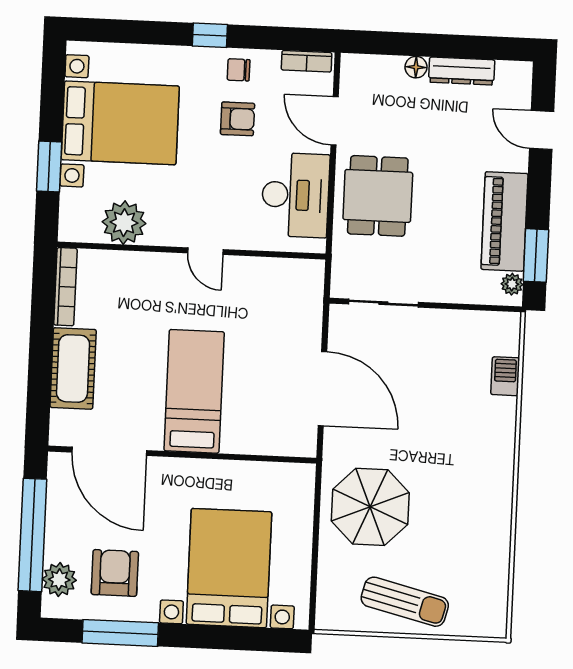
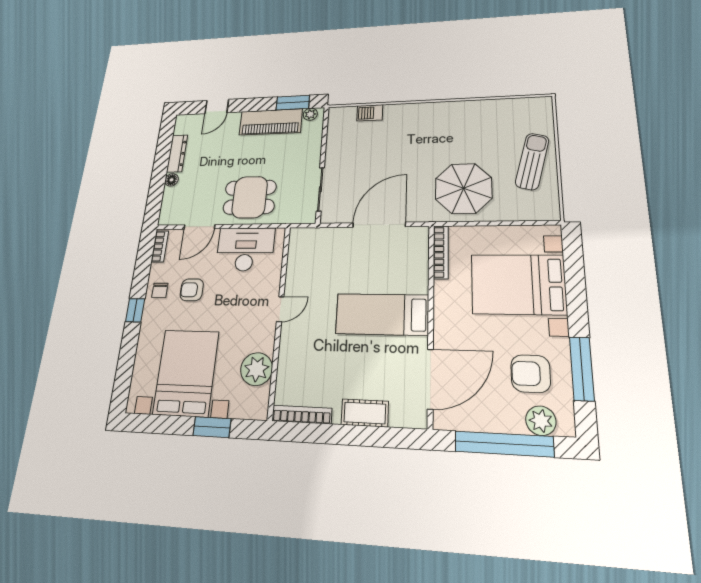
armchair: (238, 119) -> (192, 290), turned -90
cot: (73, 368) -> (365, 413), width x0.73, depth x0.75
bookcase: (278, 472) -> (441, 252), added

